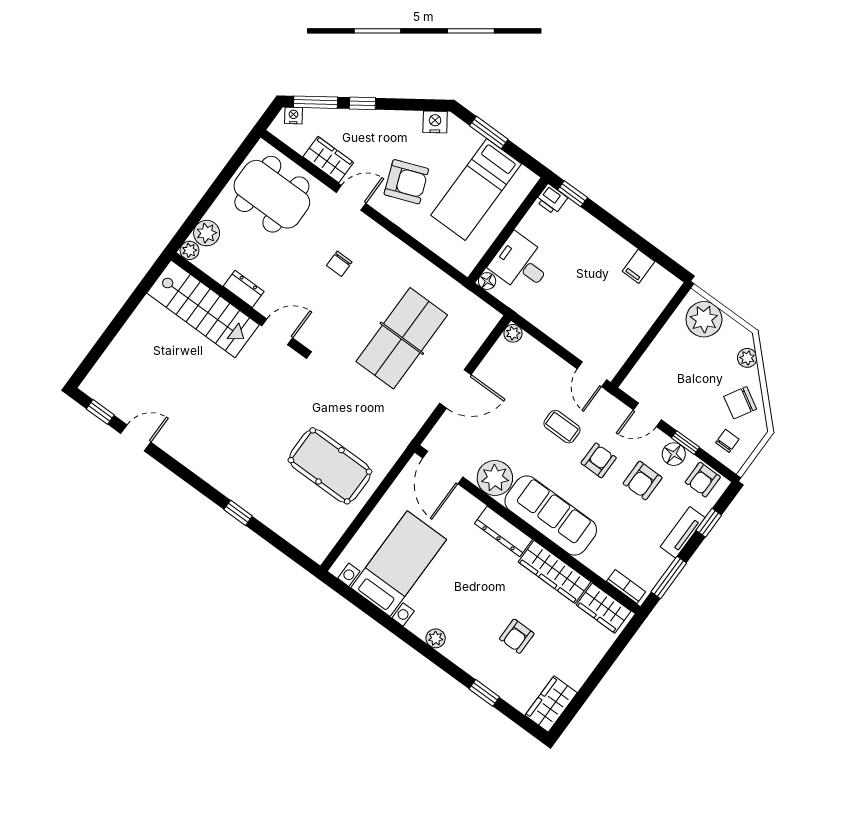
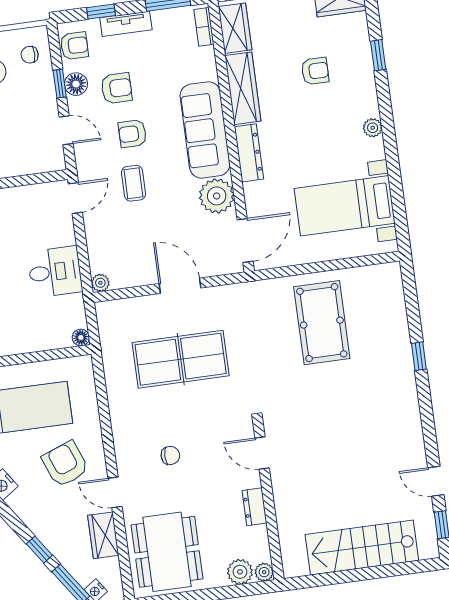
desk: (521, 264) -> (55, 272), moved, turned -90
stairs: (203, 309) -> (362, 548), moved, turned -90

